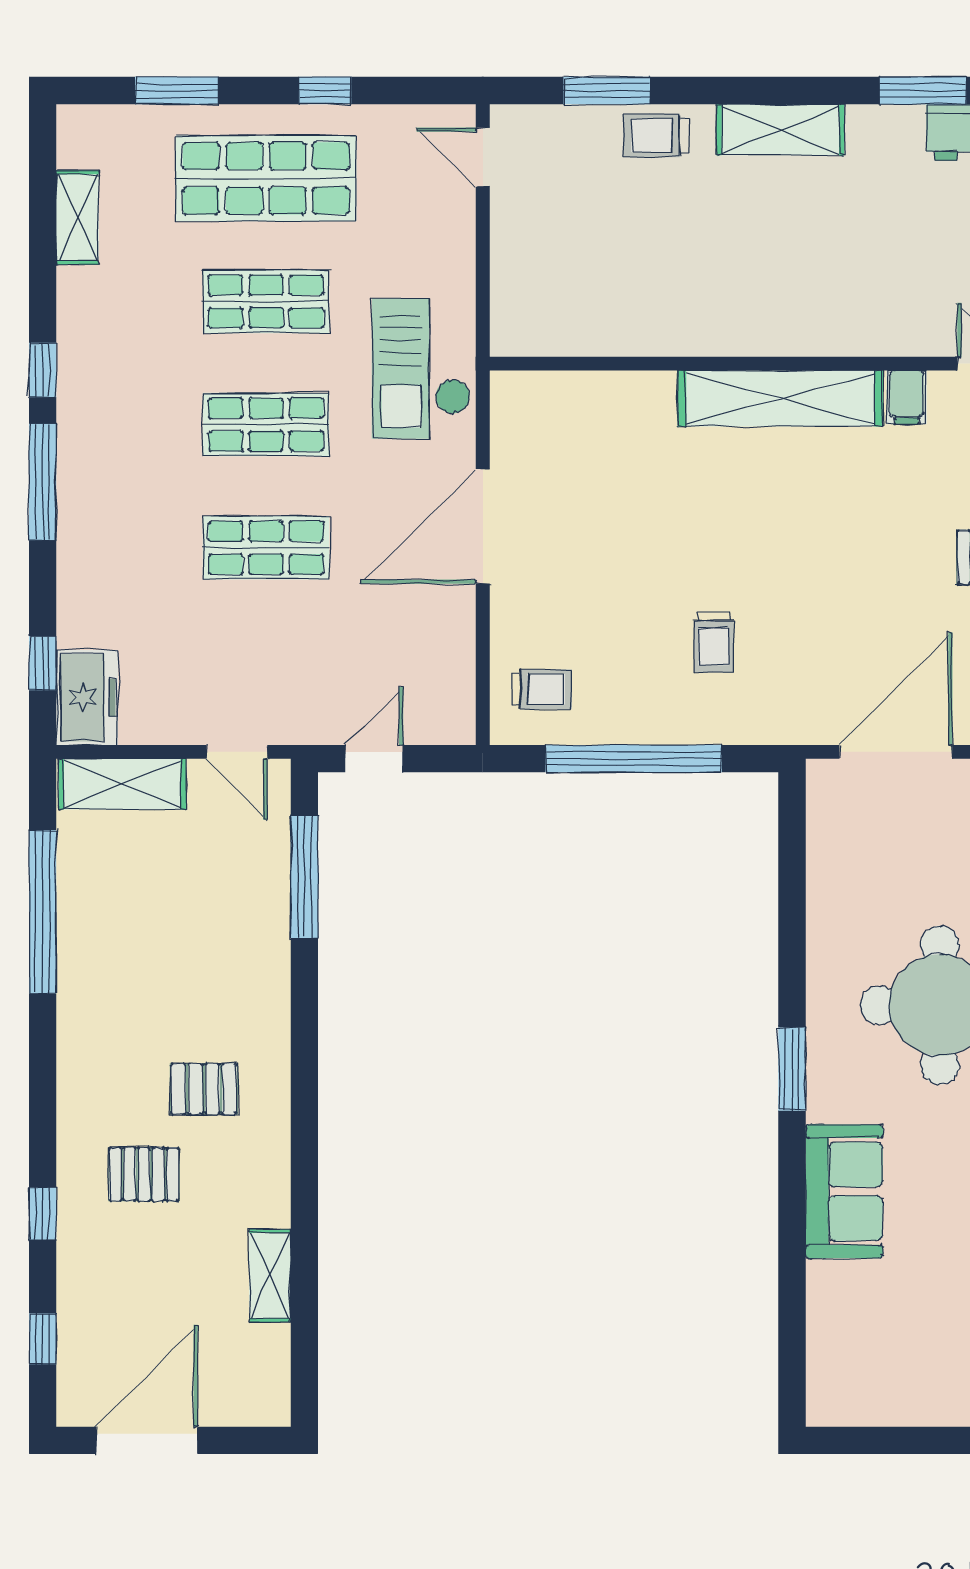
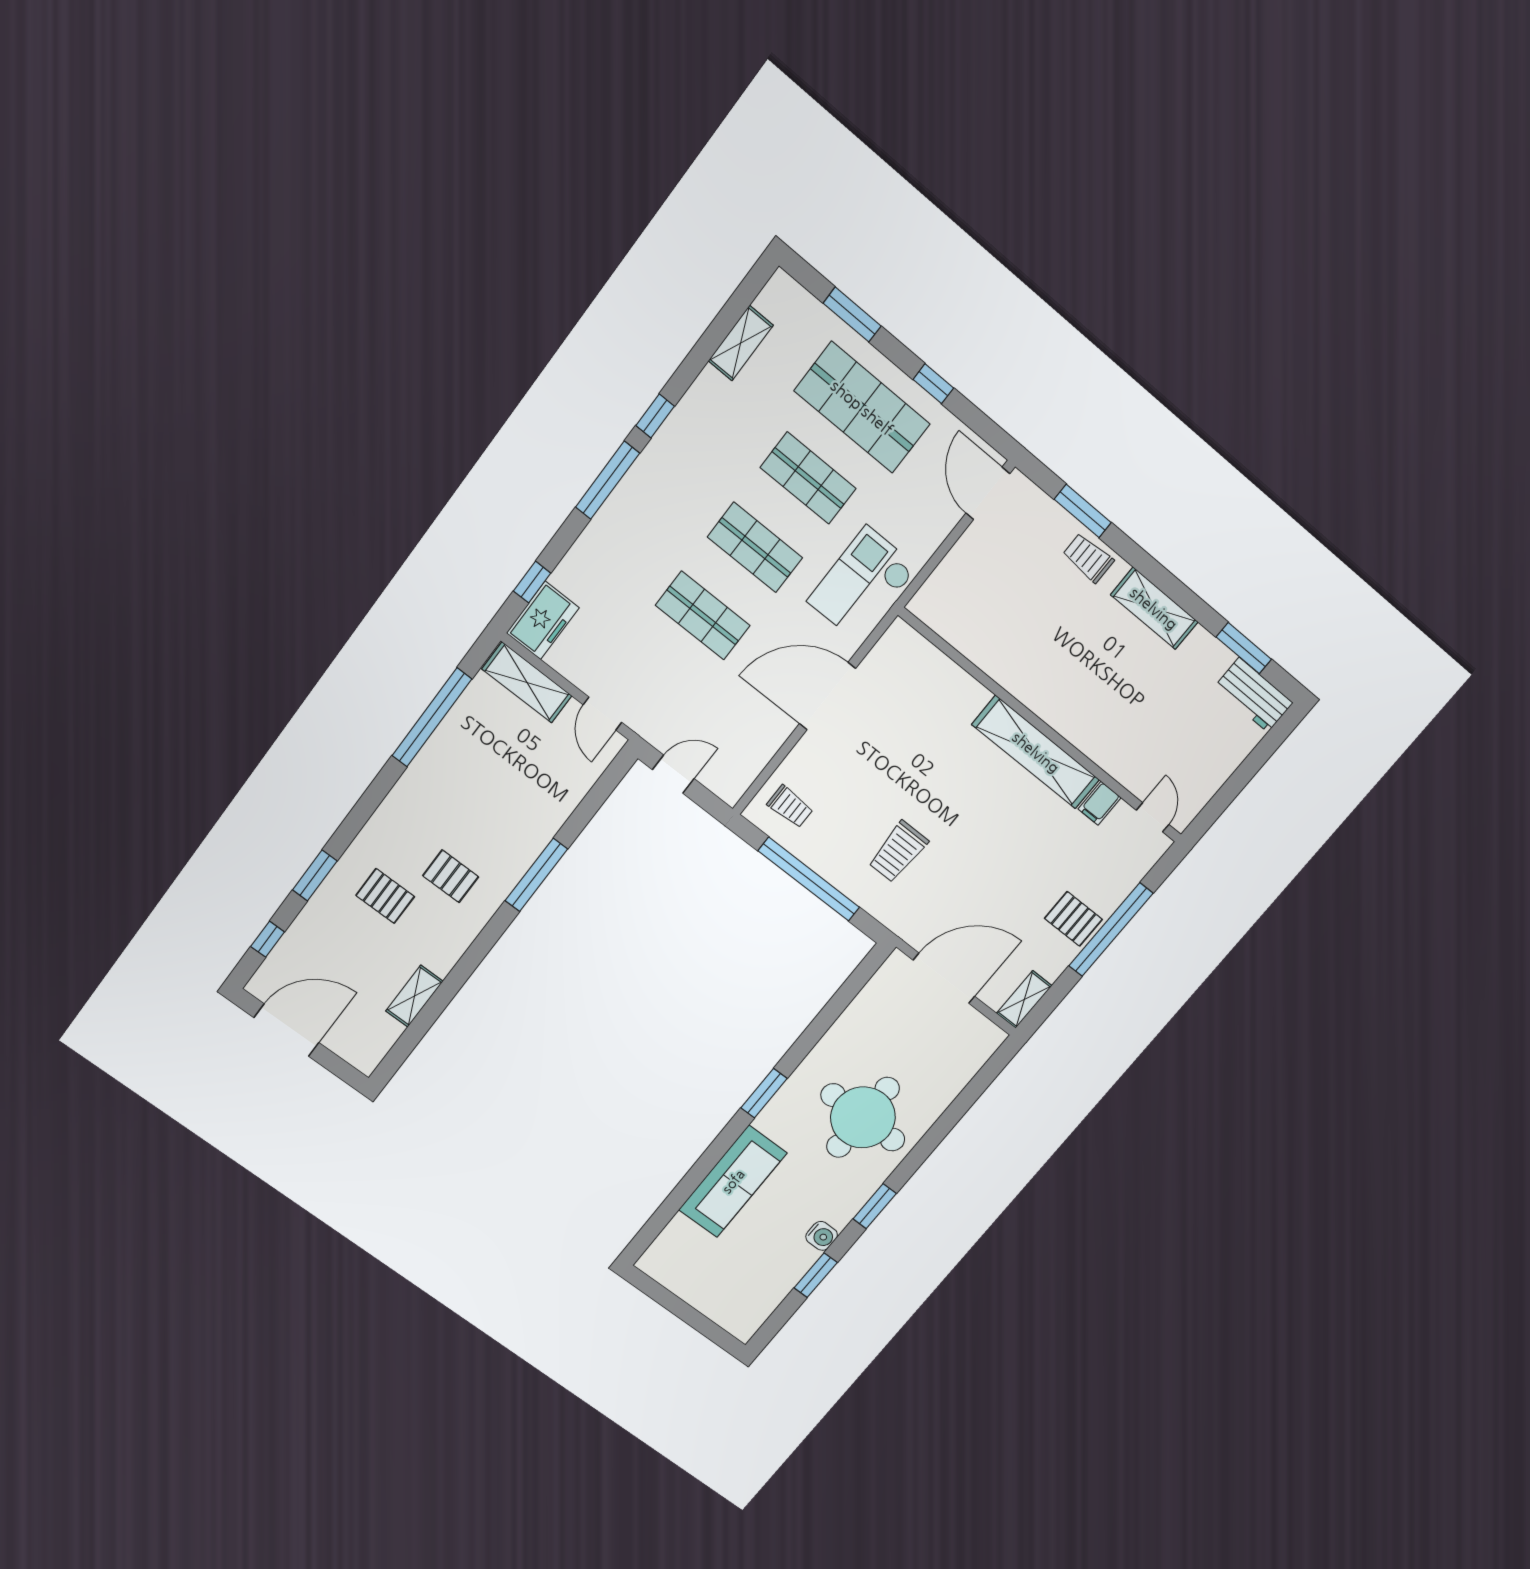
door: (483, 157) -> (988, 493), width x1.38
trolley: (714, 642) -> (898, 852), width x1.36, depth x1.39
window: (304, 877) -> (536, 875), moved
sofa: (844, 1191) -> (733, 1181), width x1.36
window: (43, 1213) -> (315, 875), width x1.50

